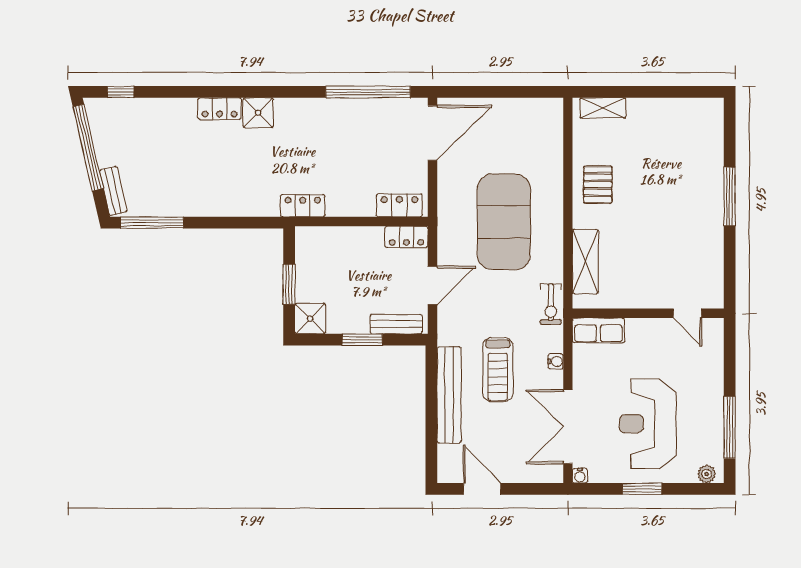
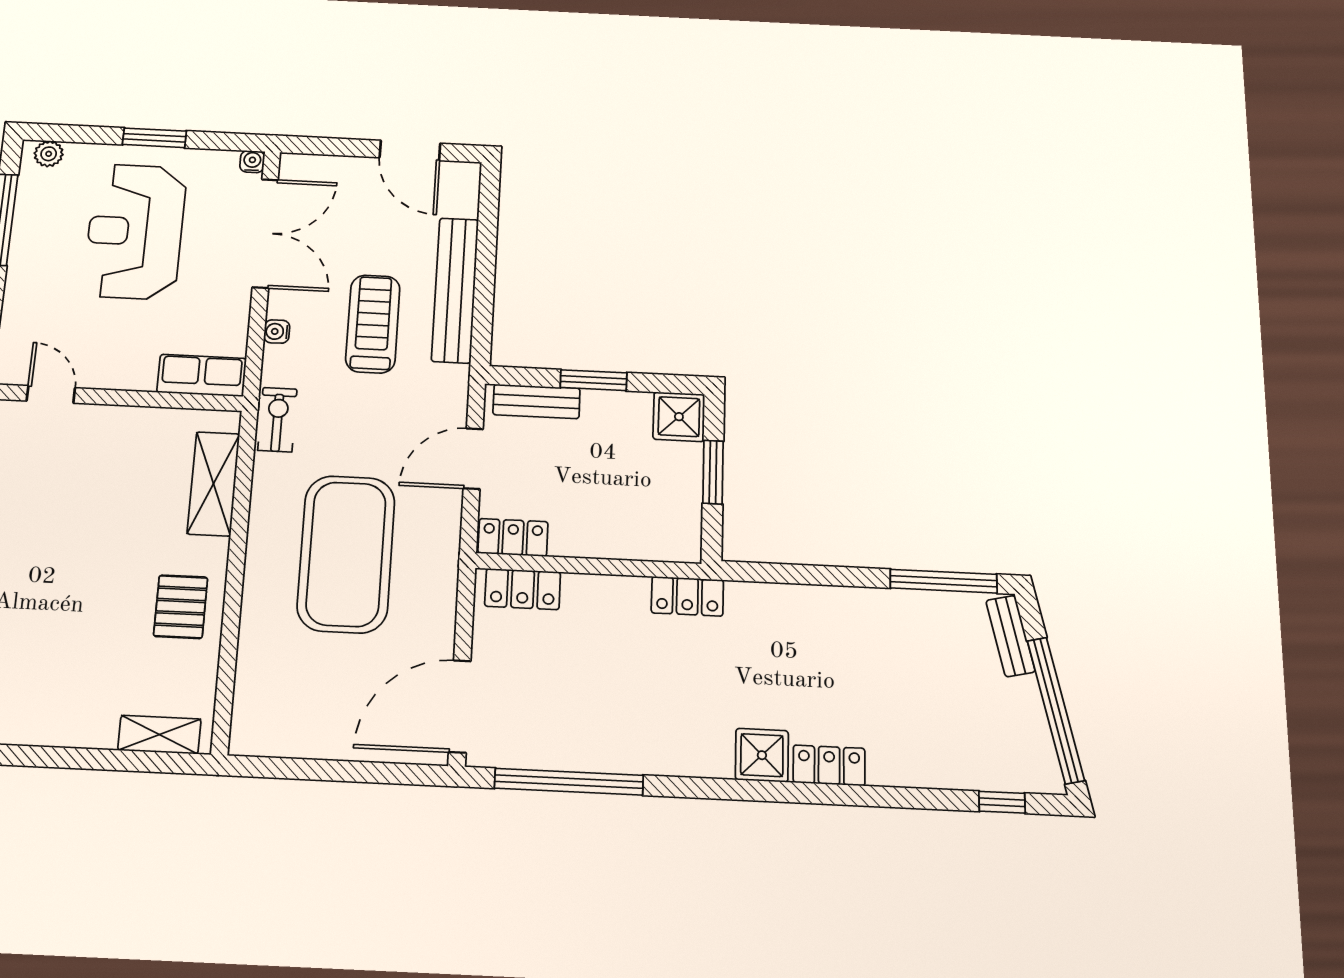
reception desk: (648, 424) -> (135, 231), turned 180

